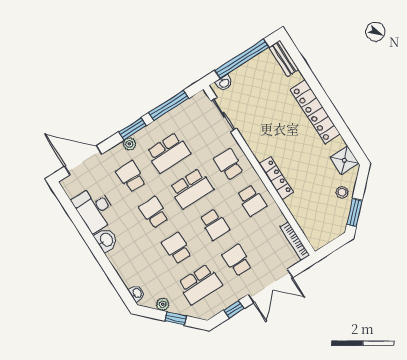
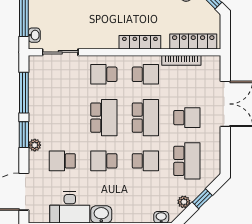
school desk: (168, 153) -> (62, 118), removed
school desk: (214, 224) -> (145, 118), width x1.85
locker: (307, 224) -> (193, 41), added
bookcase: (295, 241) -> (181, 60), moved
school desk: (177, 248) -> (145, 161), turned 180
school desk: (237, 260) -> (187, 118), turned 180
window: (234, 309) -> (225, 146), removed

